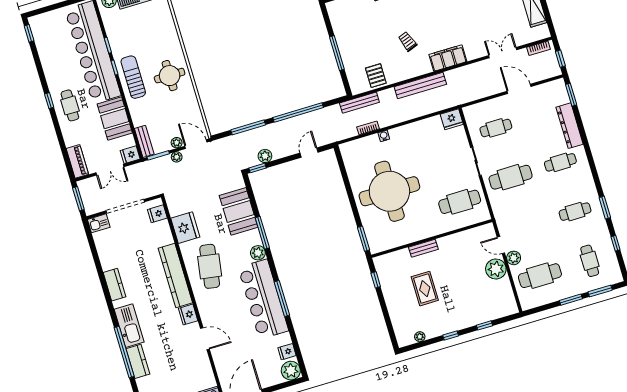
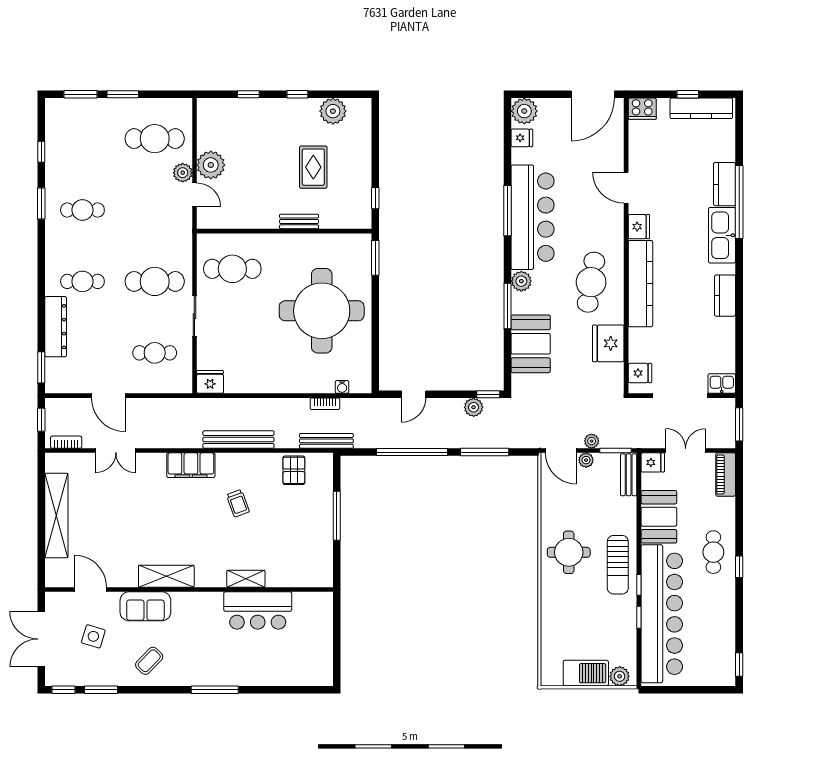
water cooler: (384, 136) -> (342, 387), moved
cafe table: (590, 261) -> (82, 139), removed
plant: (420, 337) -> (333, 111), width x1.87, depth x1.87

